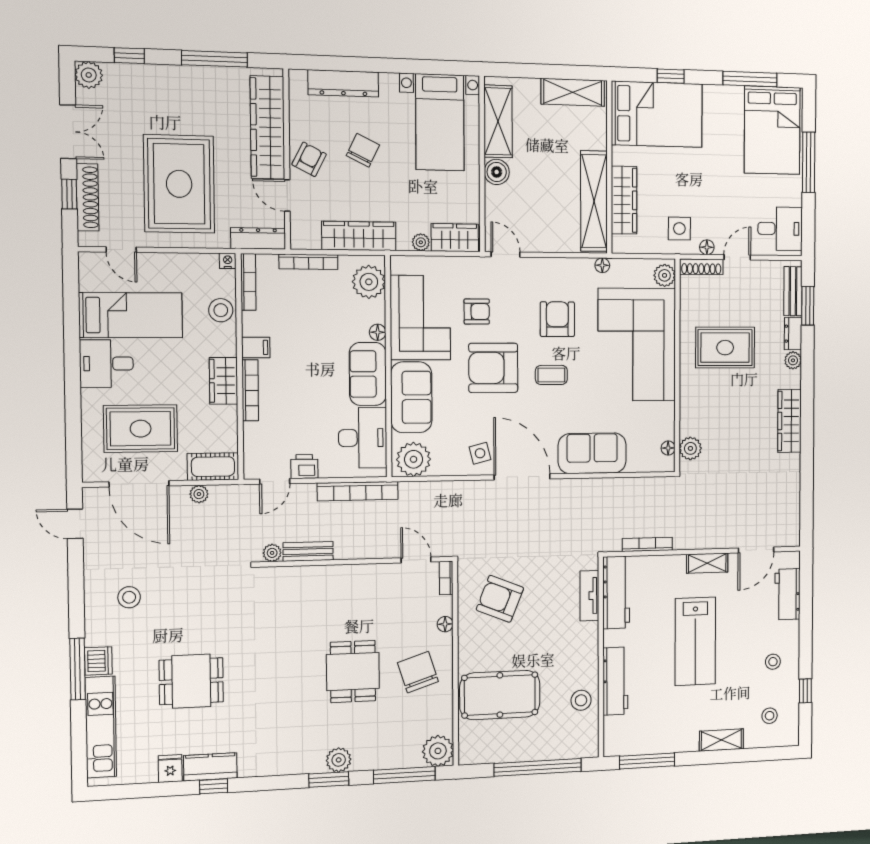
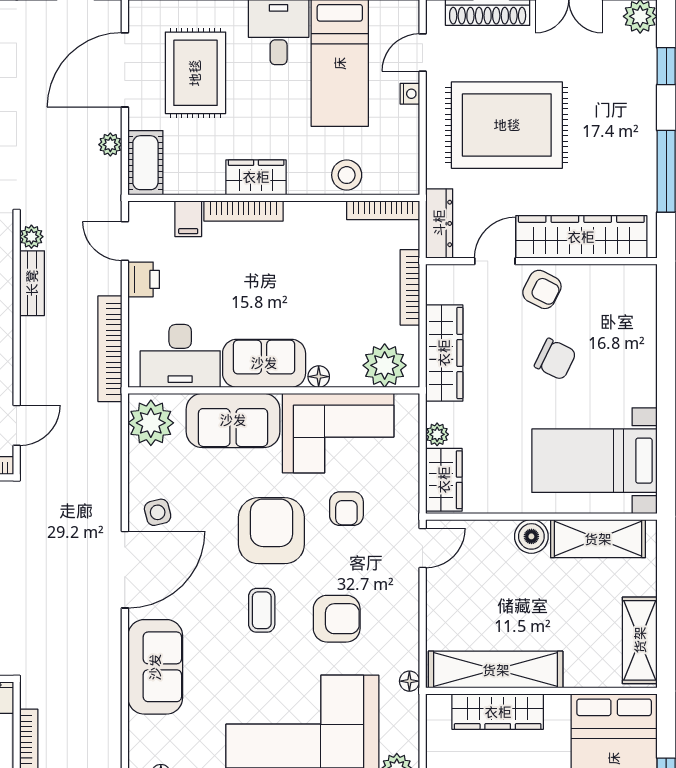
dresser: (343, 83) -> (641, 335), removed
nightstand: (228, 261) -> (410, 94), moved
filing cabinet: (256, 347) -> (188, 219), moved

